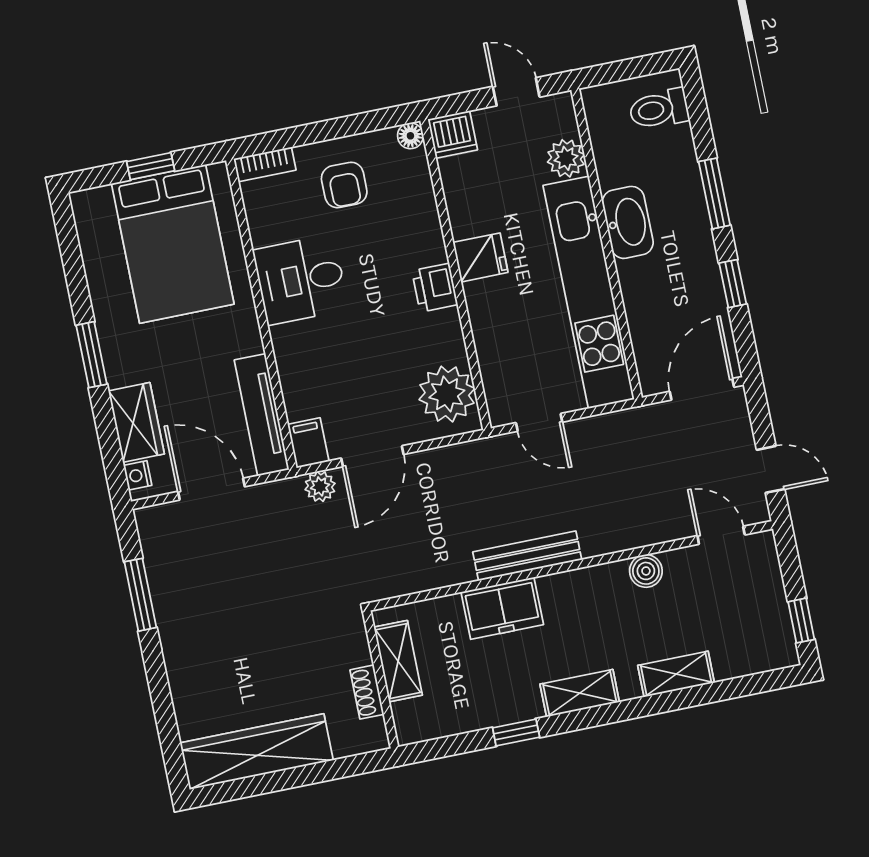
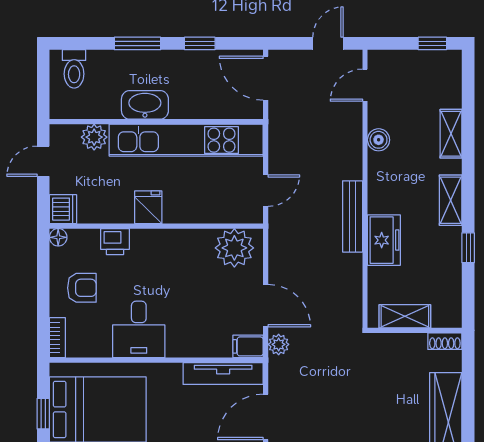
printer: (435, 288) -> (115, 242), moved
shoe rack: (367, 692) -> (445, 341), moved

